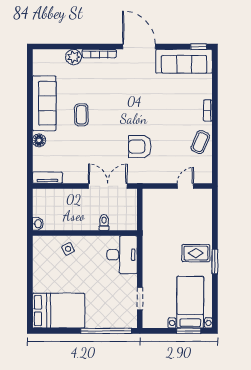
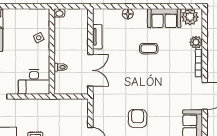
plant: (43, 65) -> (190, 17), added
sofa: (44, 103) -> (164, 18), width x0.73
armchair: (140, 147) -> (138, 118), moved
tv unit: (47, 178) -> (97, 37), moved

